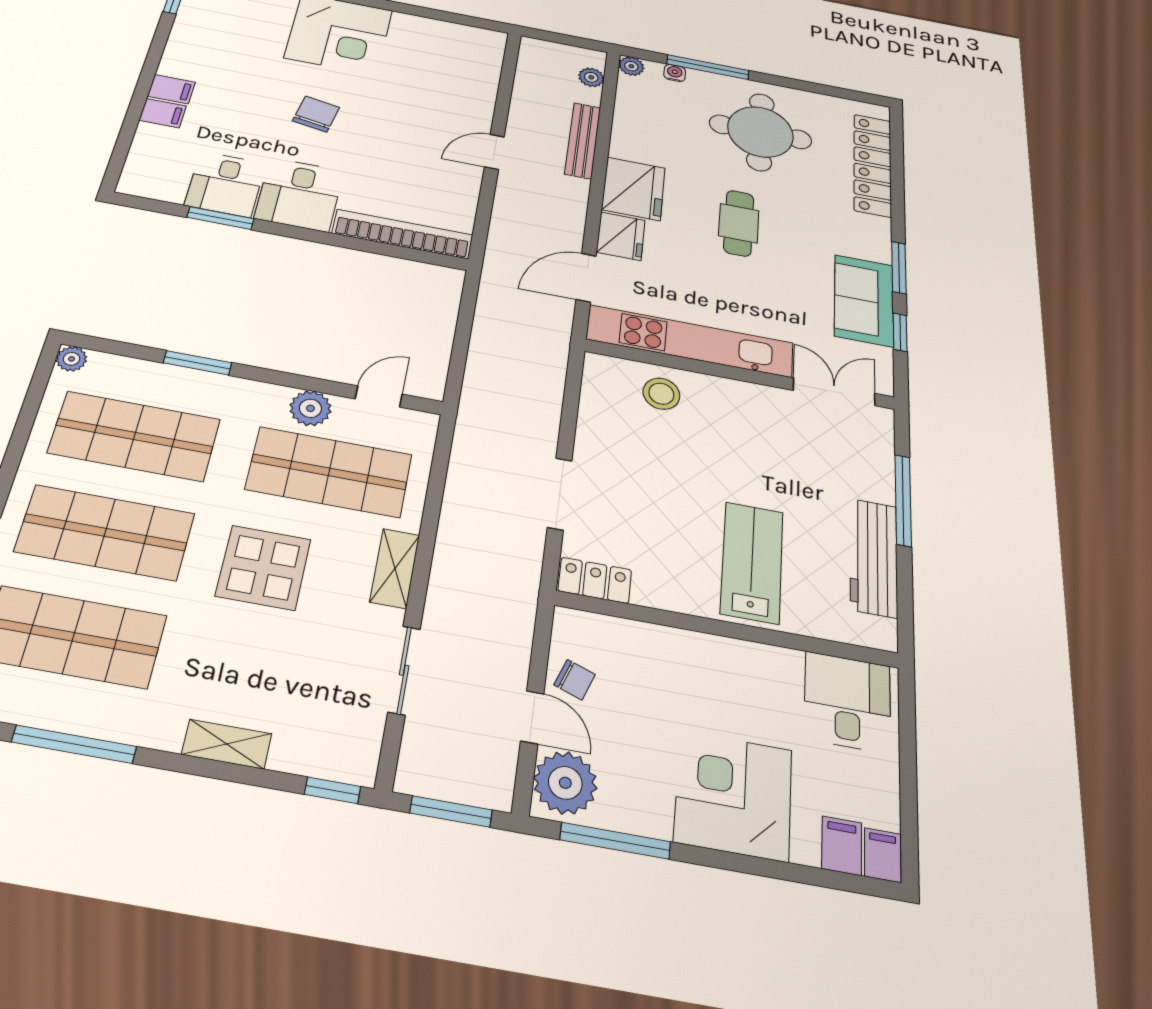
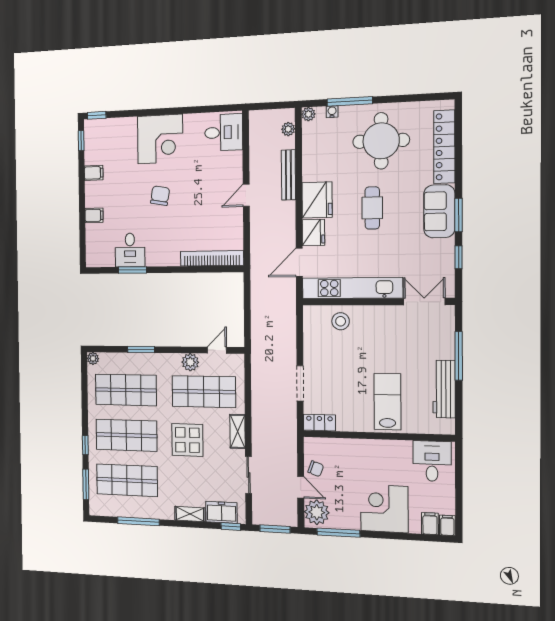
filing cabinet: (171, 89) -> (94, 173), moved
desk: (299, 195) -> (224, 132), moved, turned -90
sofa: (864, 300) -> (439, 211), moved
freezer: (315, 751) -> (221, 512), added

